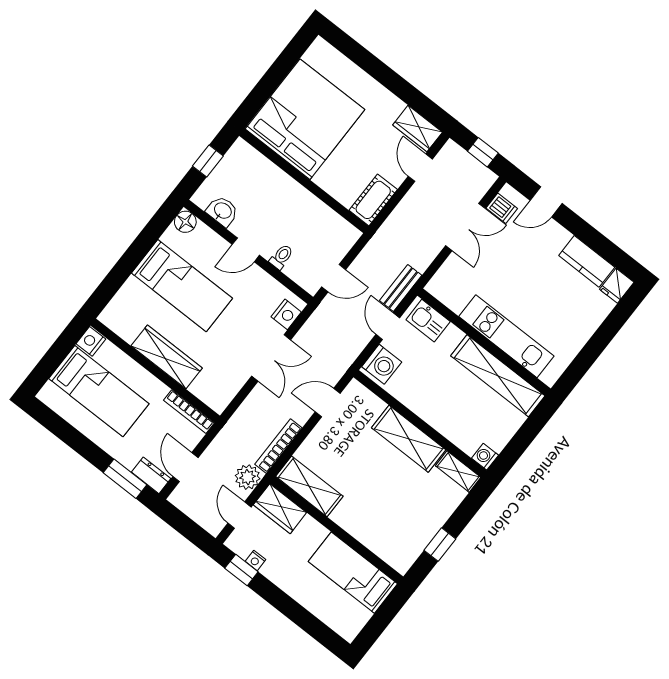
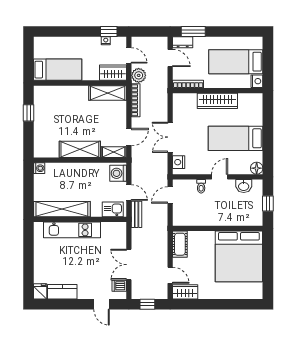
door: (546, 202) -> (102, 304), swing flipped
shelving: (458, 472) -> (114, 152), moved

